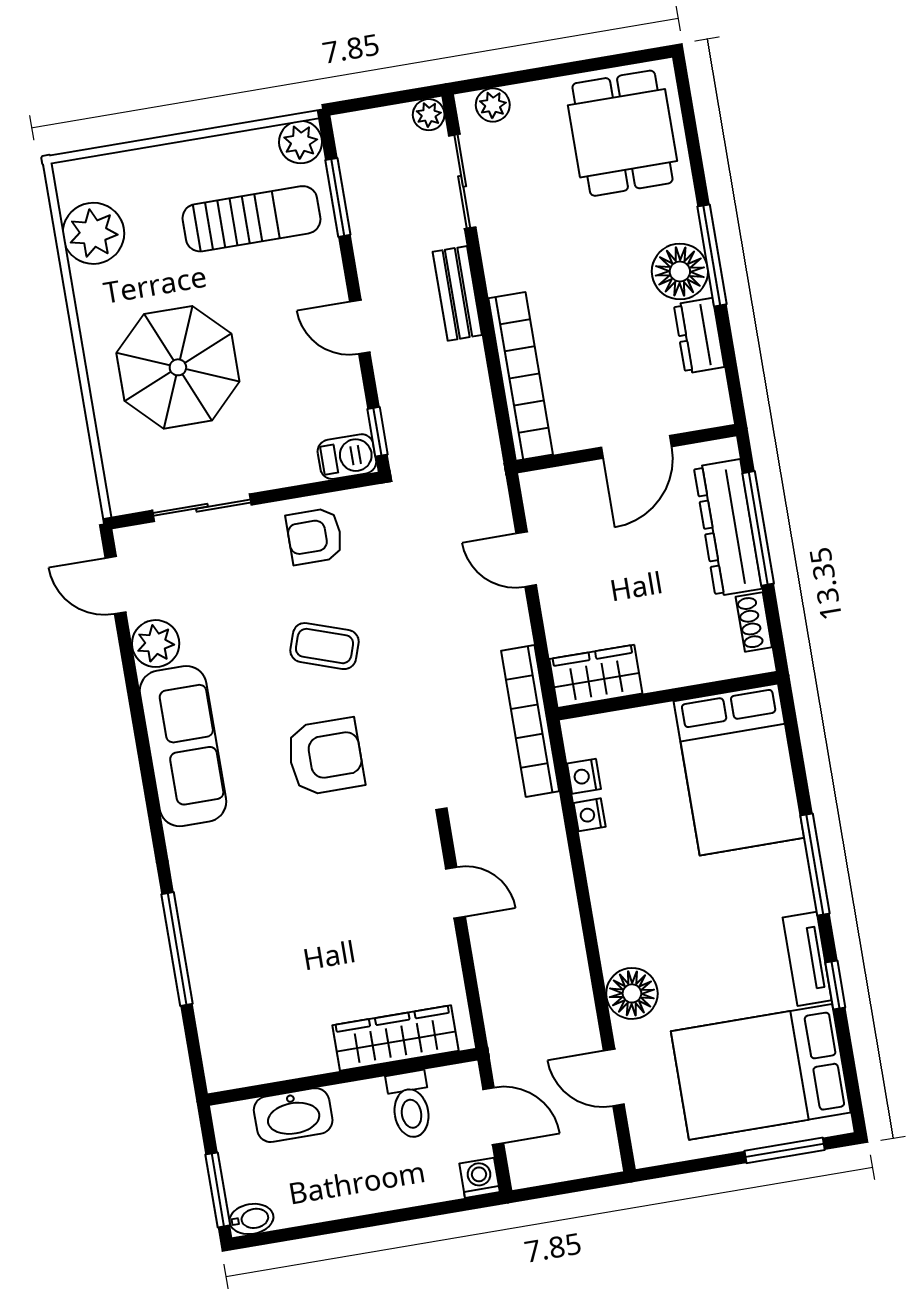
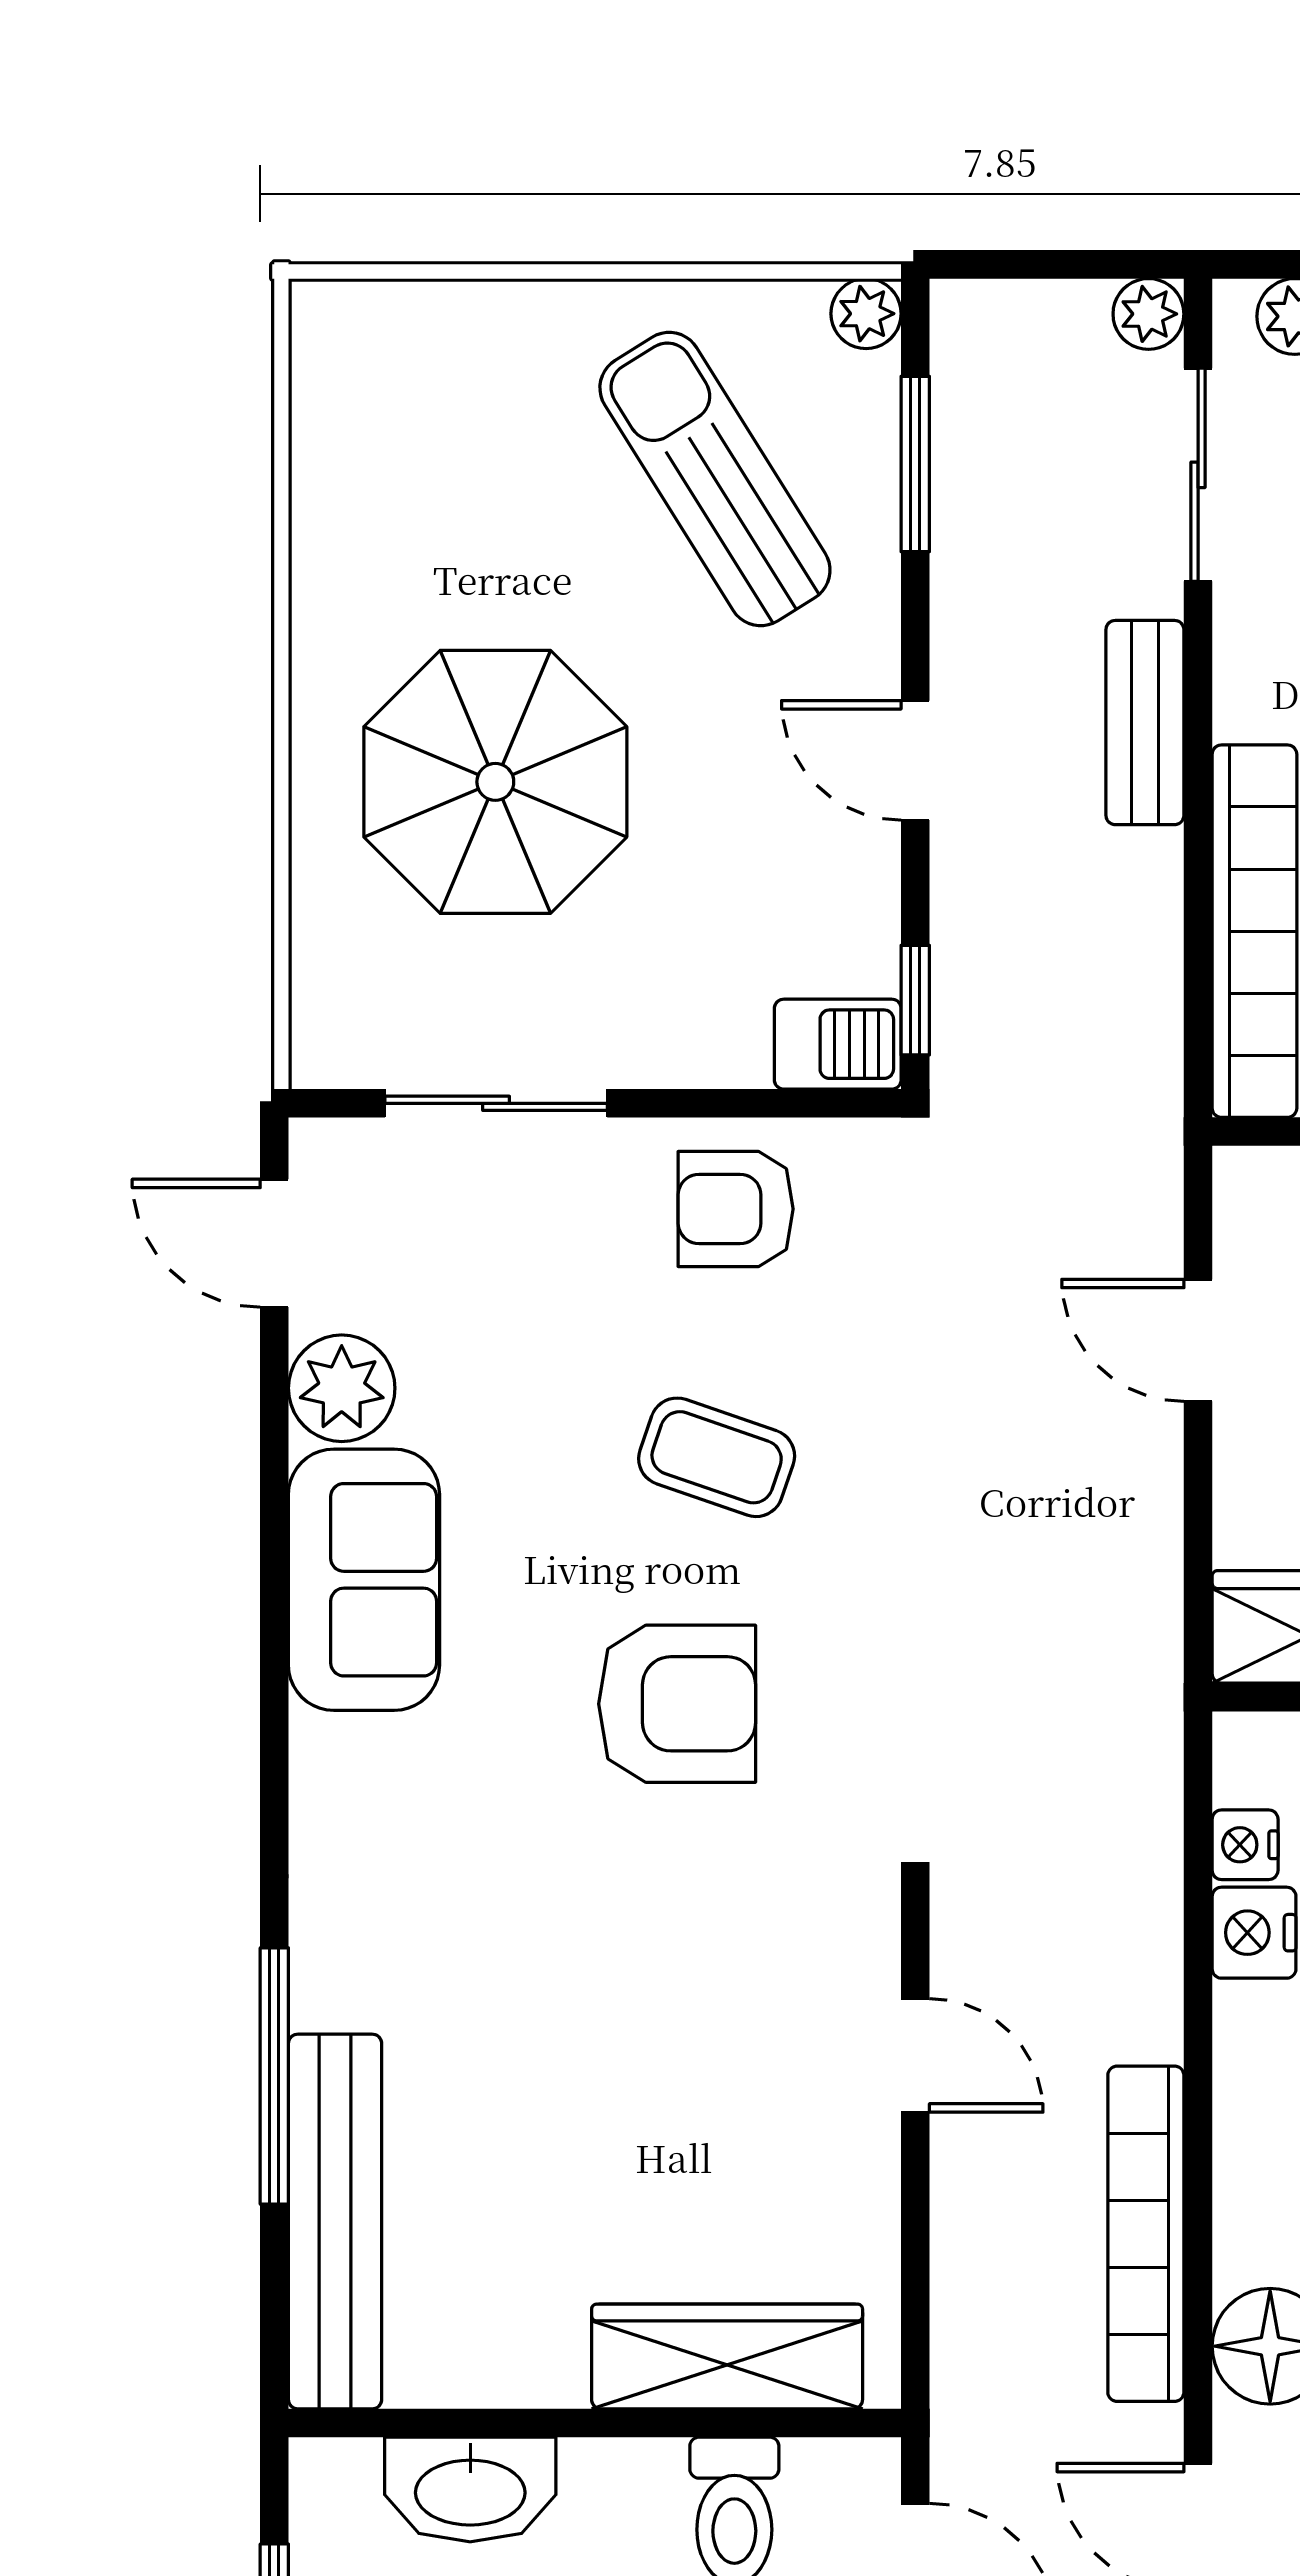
plant: (301, 142) -> (866, 314), width x0.73, depth x0.73
sun lounger: (251, 219) -> (715, 479), turned -122
plant: (93, 233) -> (358, 452), removed
bookcase: (530, 721) -> (1146, 2234), moved
sofa: (183, 746) -> (364, 1580), width x0.73
nightstand: (590, 815) -> (1254, 1933), width x1.39, depth x1.35
bench: (214, 1008) -> (335, 2222), added

